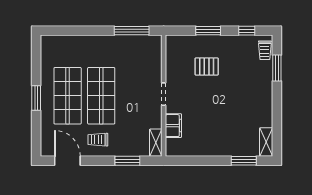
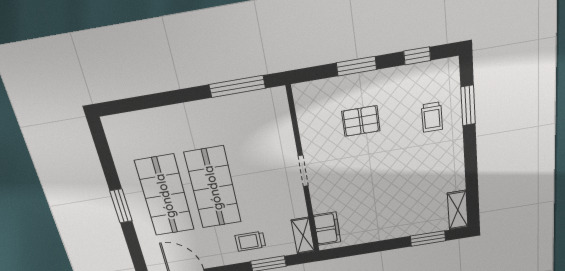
trolley: (265, 50) -> (432, 117), moved
filing cabinet: (173, 126) -> (327, 229), moved
trolley: (98, 140) -> (250, 241), moved

